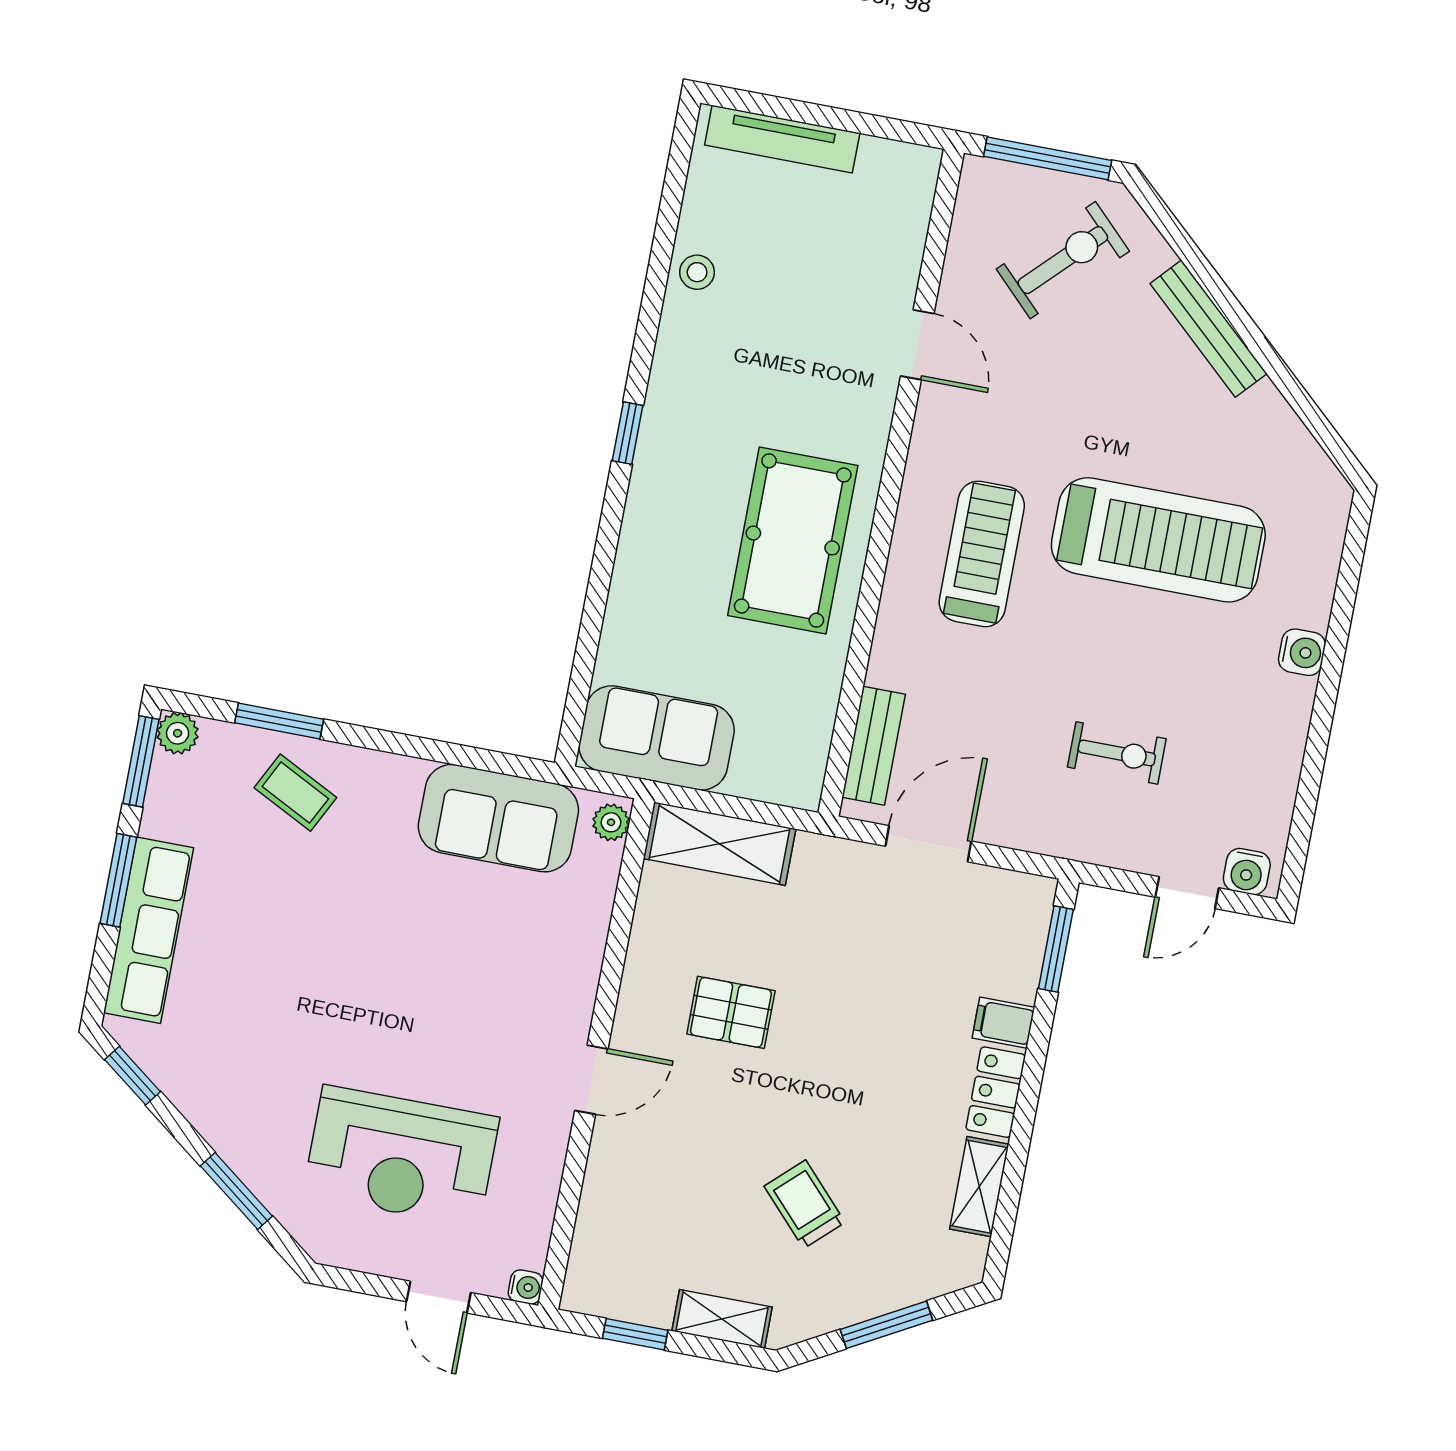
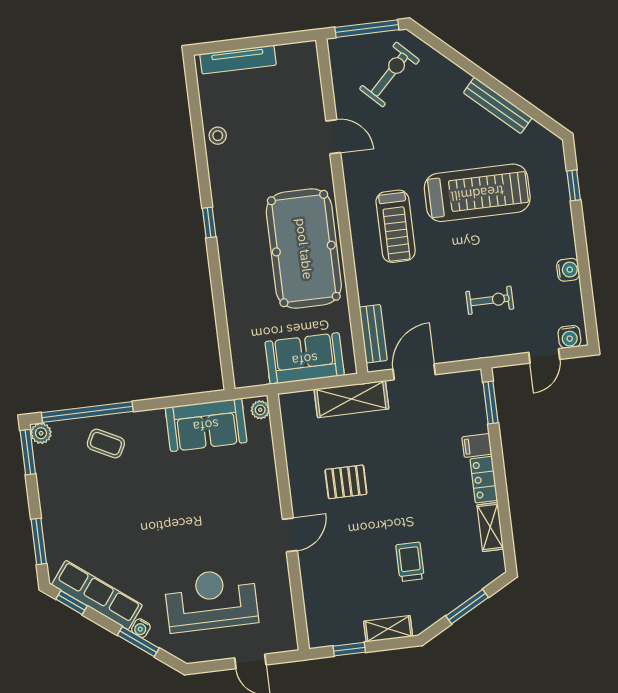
bench: (1208, 329) -> (498, 105), moved
pool table: (793, 541) -> (304, 249), width x1.36, depth x1.32
treadmill: (982, 554) -> (396, 226), turned 180
window: (1347, 584) -> (574, 185), added
water cooler: (1302, 652) -> (568, 270), moved
window: (279, 721) -> (87, 412), width x2.11
sofa: (657, 738) -> (305, 359), moved
shelving: (720, 844) -> (351, 399), moved
window: (118, 880) -> (39, 541), moved
row of seats: (149, 930) -> (97, 595), moved, turned -53
reception desk: (401, 1156) -> (211, 600), turned 180
trolley: (805, 1204) -> (410, 562), turned 43
water cooler: (526, 1287) -> (141, 628), moved, turned 127

